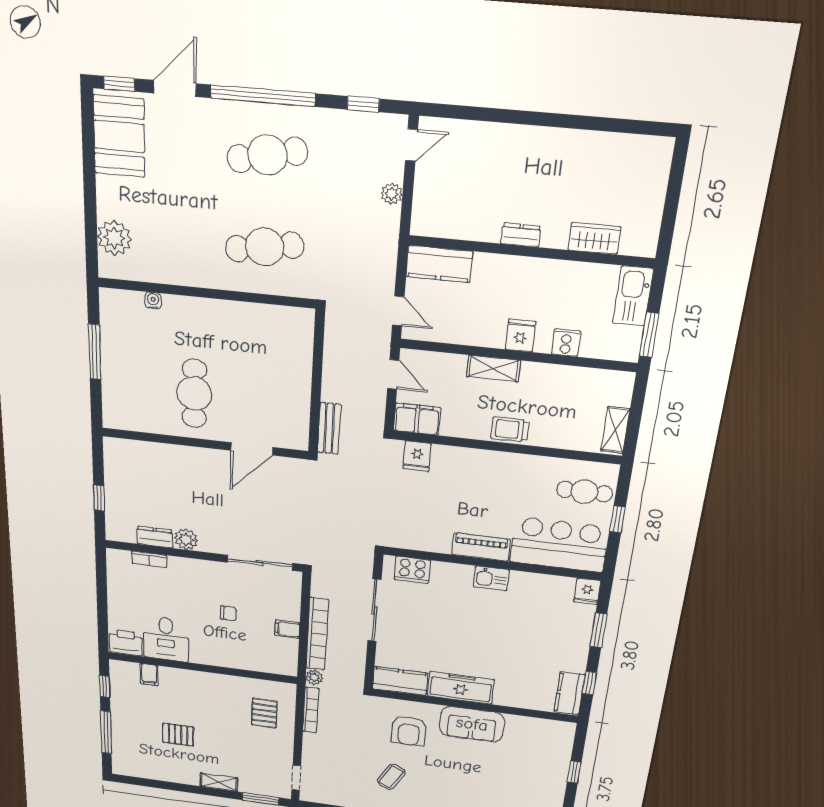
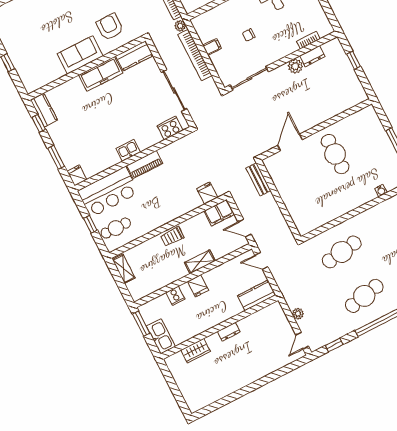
trolley: (510, 429) -> (172, 236), turned 180

